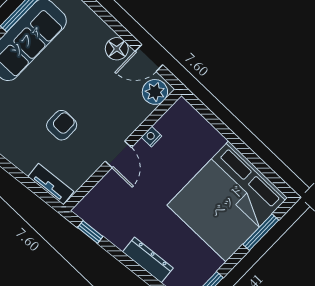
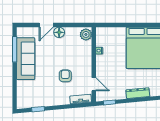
door: (149, 58) -> (46, 25), moved
door: (118, 154) -> (94, 84), moved

